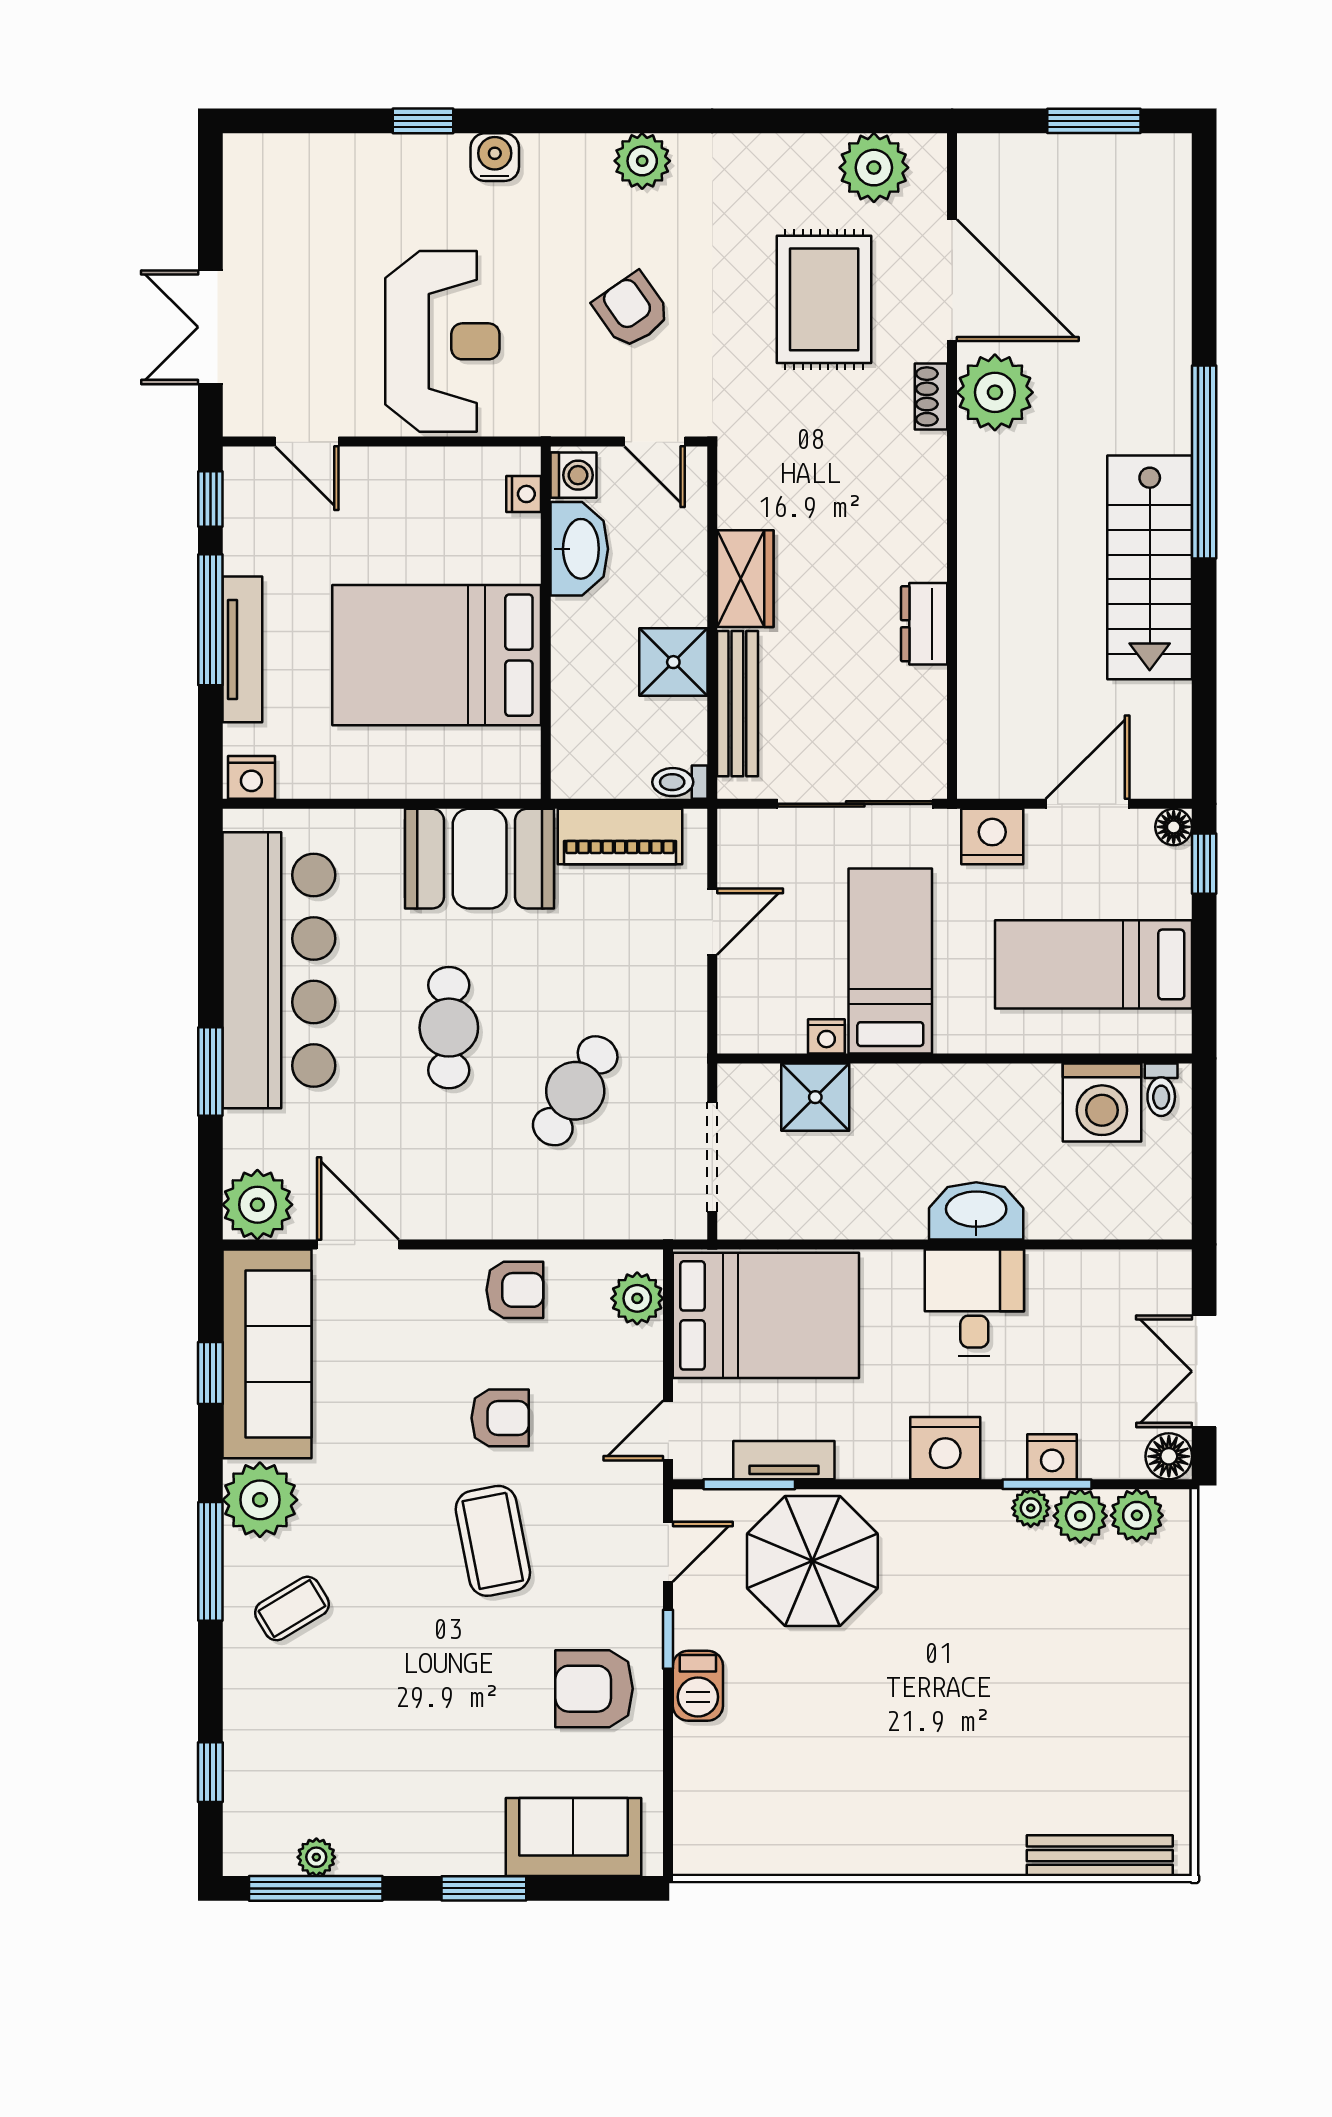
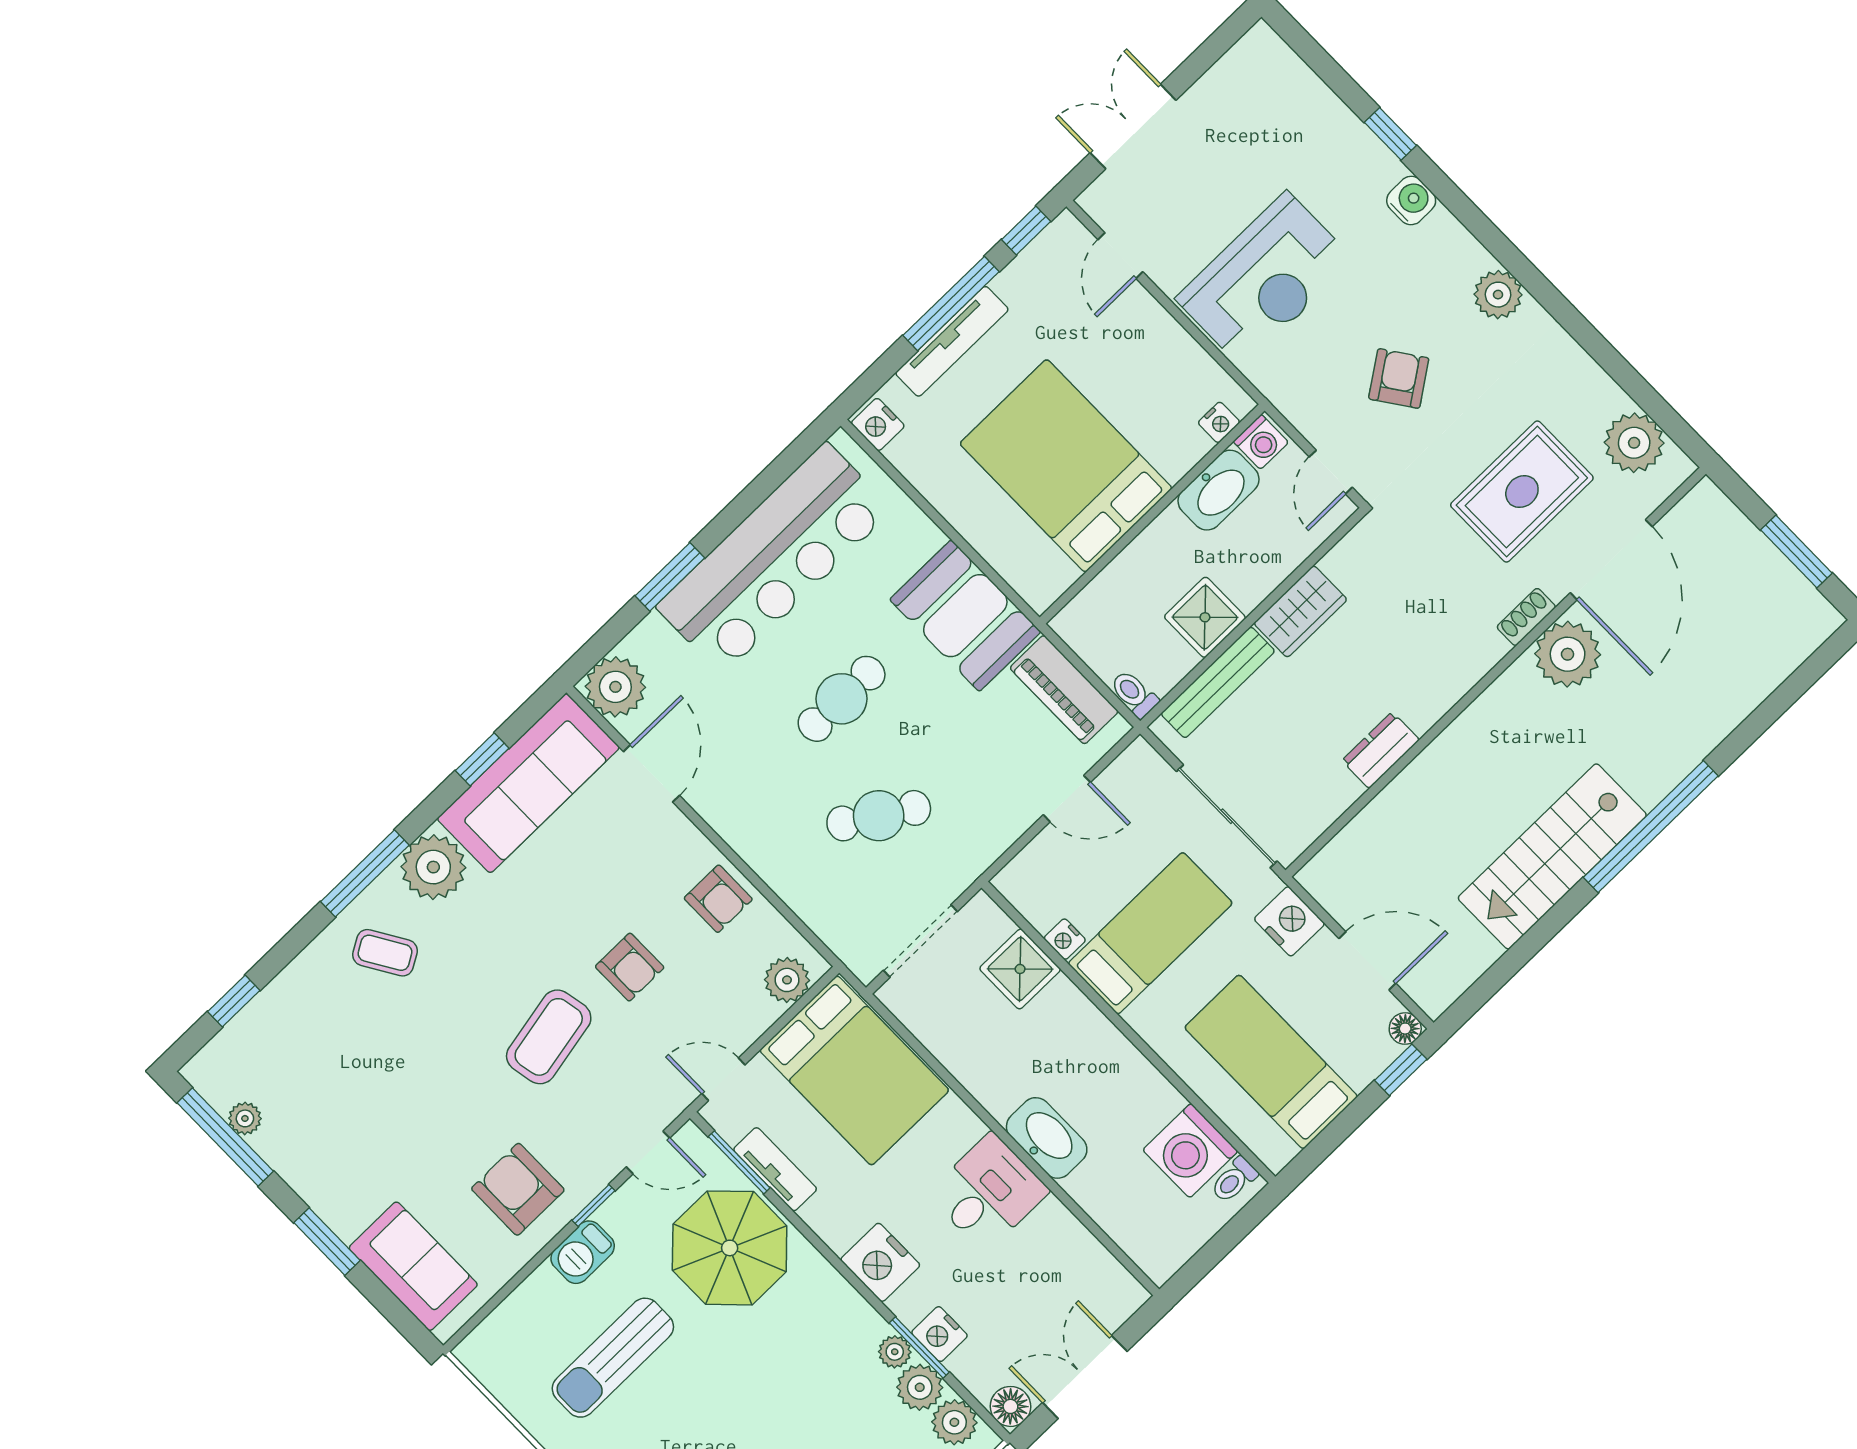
sun lounger: (809, 1745) -> (613, 1358), added

